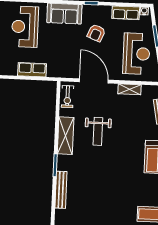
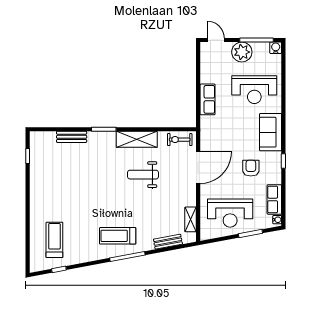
reception desk: (25, 27) -> (254, 90), turned 180
armchair: (96, 33) -> (251, 168), turned 68
shelving: (130, 89) -> (191, 219), moved
bench: (61, 190) -> (72, 137), width x0.73

